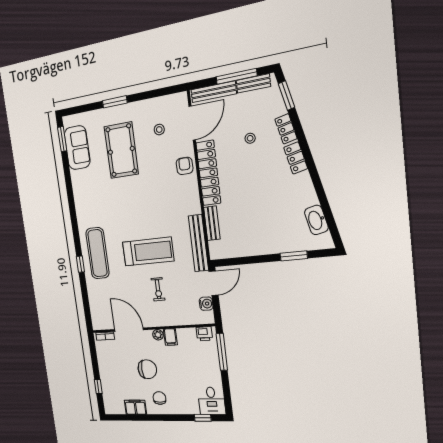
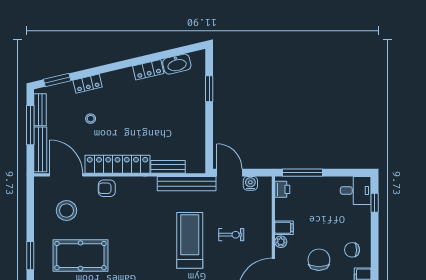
stool: (159, 130) -> (66, 211), width x1.89, depth x1.89
locker: (296, 158) -> (148, 70), moved

